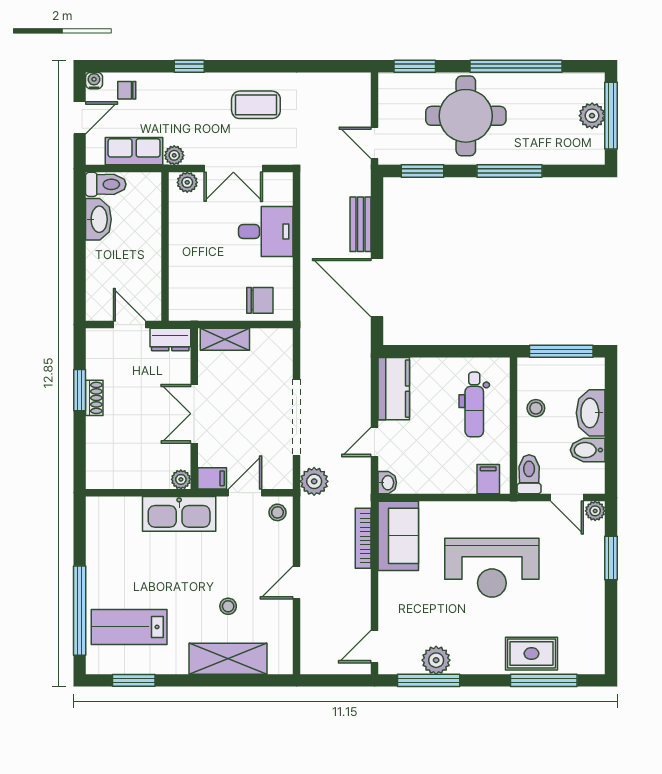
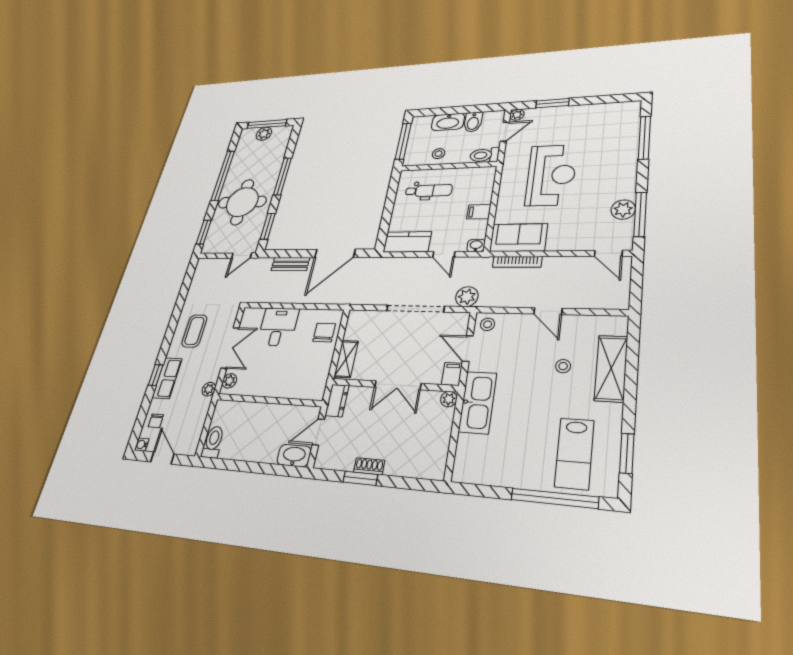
row of seats: (134, 151) -> (167, 378), moved, turned 180
washbasin: (98, 219) -> (294, 456), moved
filing cabinet: (488, 479) -> (479, 212), moved
rug: (531, 654) -> (622, 147), removed

